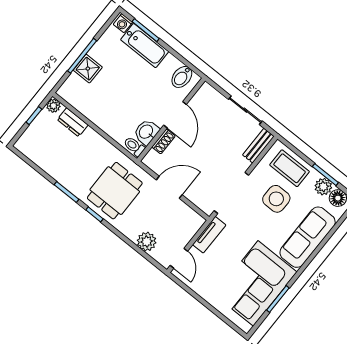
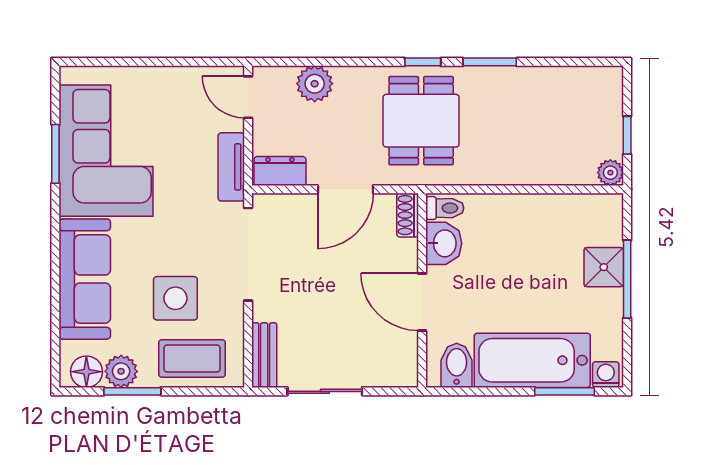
bathtub: (145, 46) -> (532, 360), width x1.36, depth x1.36
dresser: (73, 122) -> (280, 171), moved
shoe rack: (163, 141) -> (408, 215), moved

